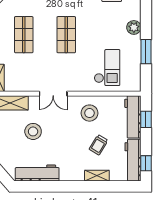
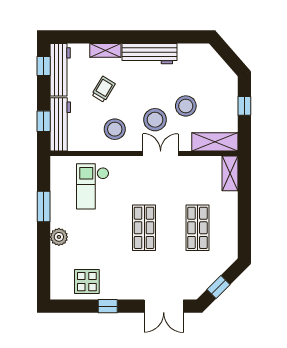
stool: (57, 121) -> (155, 120), added
workbench: (37, 173) -> (149, 54), moved

